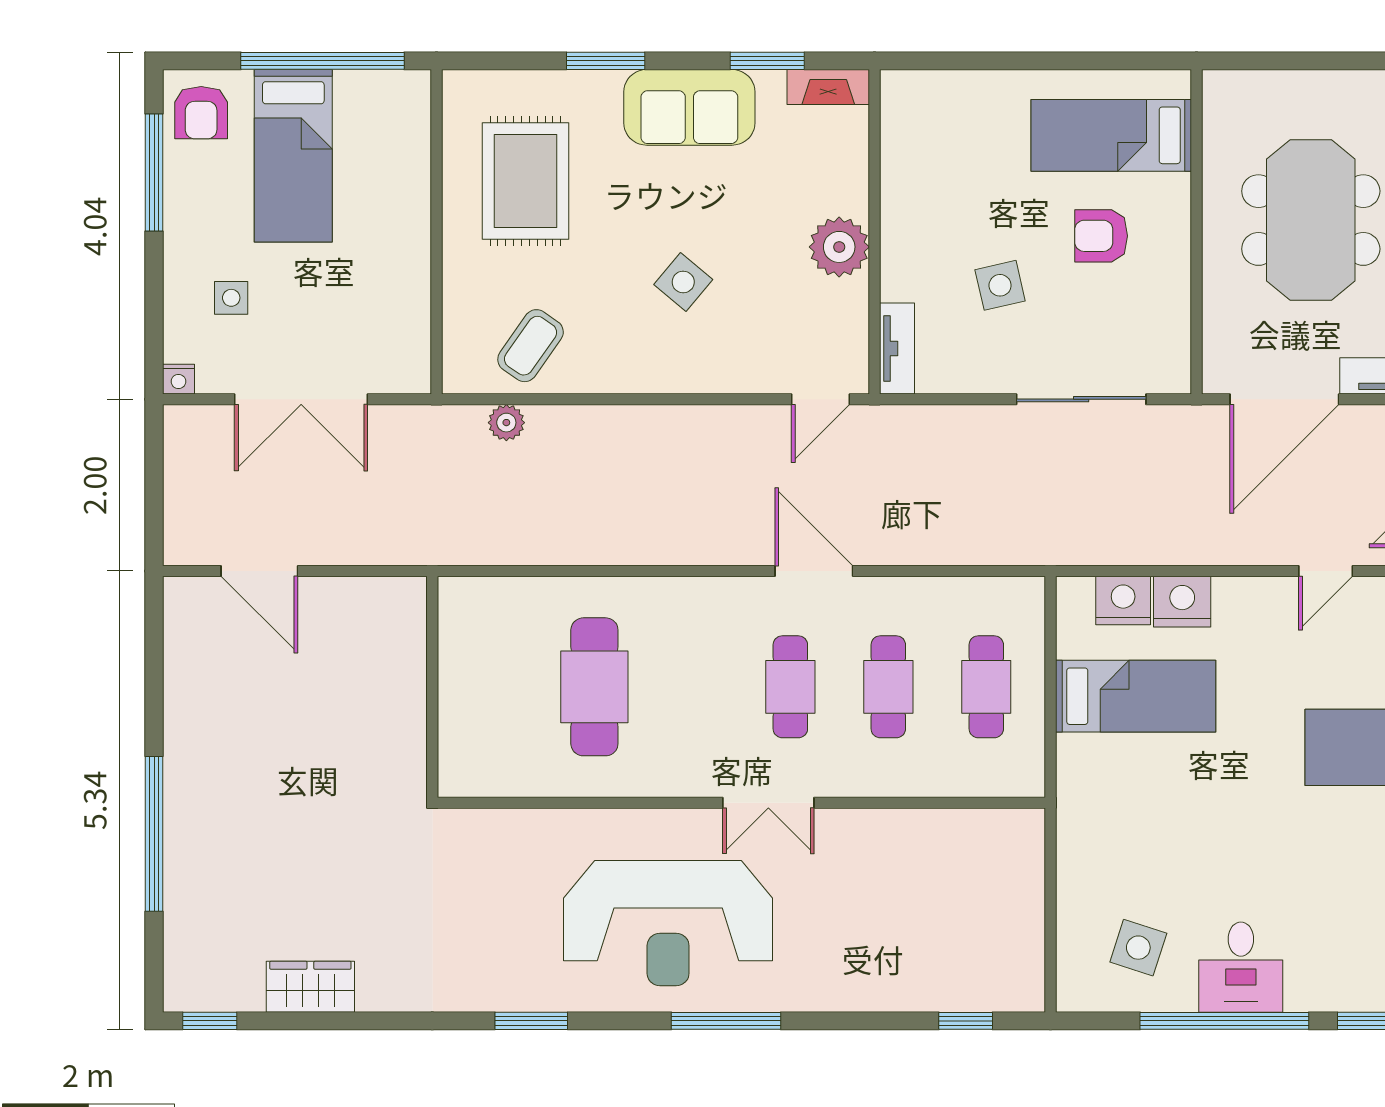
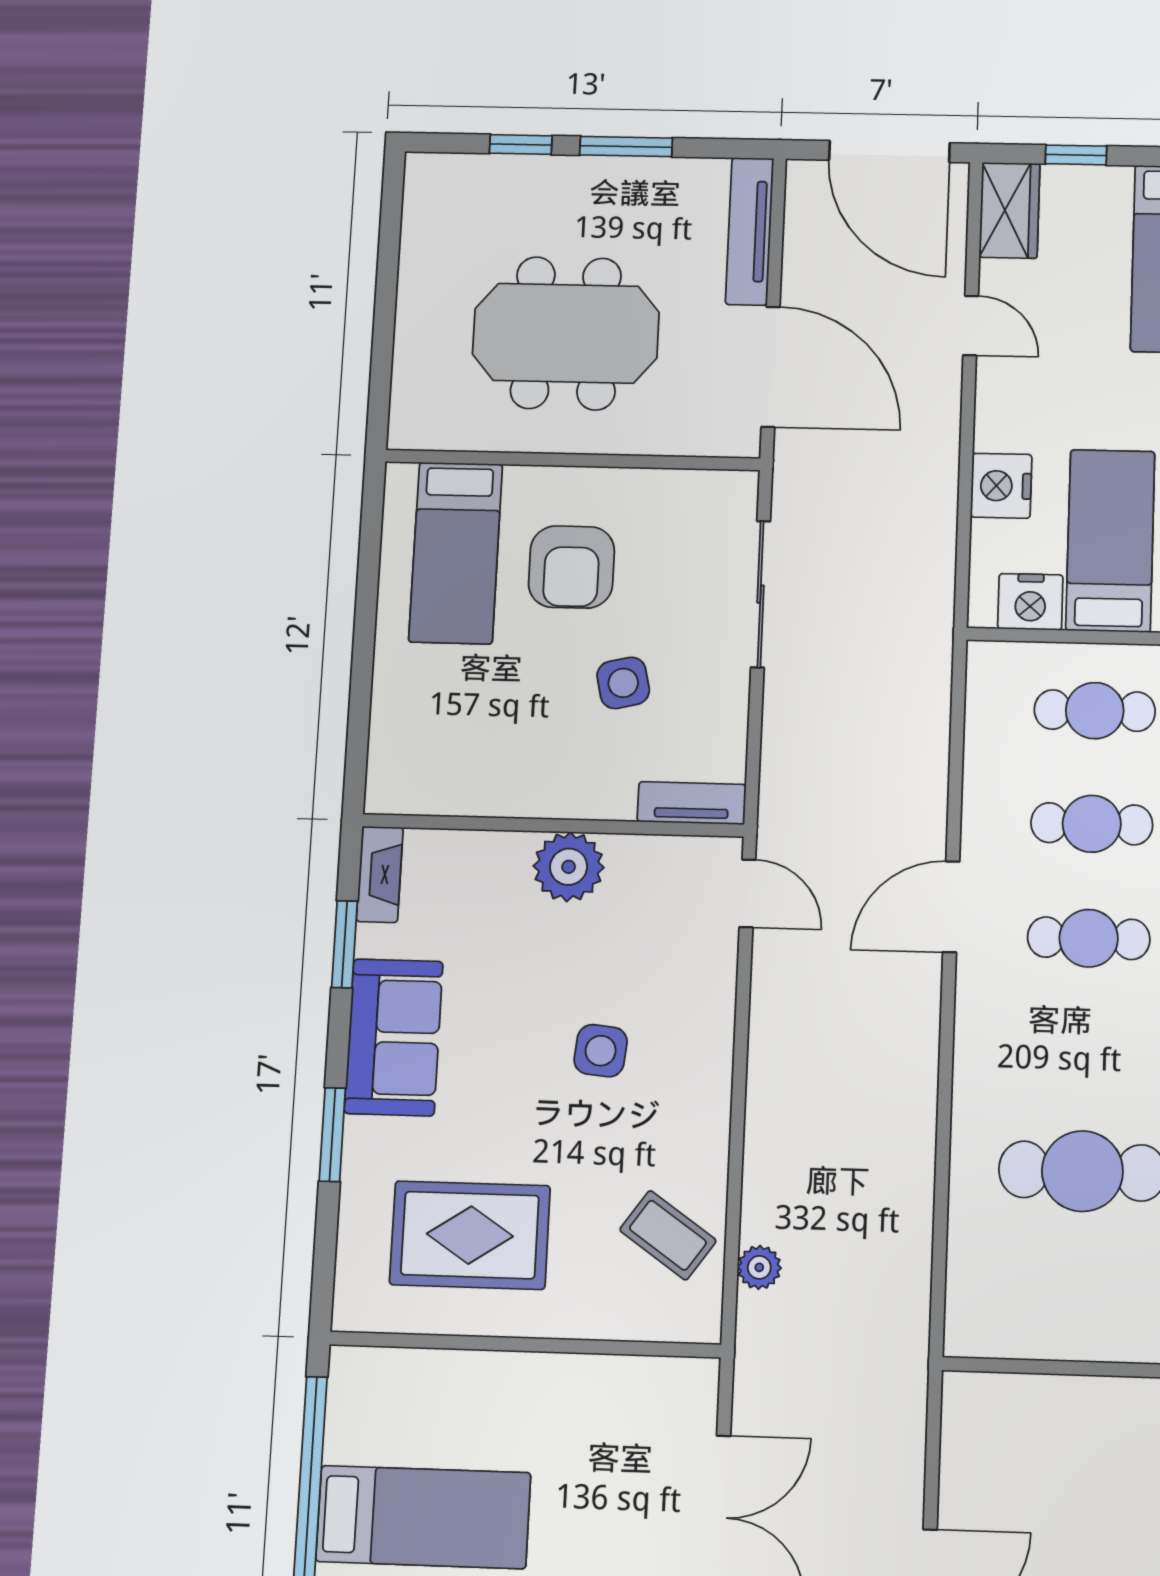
armchair: (1101, 236) -> (571, 567), width x1.38, depth x1.38
side table: (683, 282) -> (601, 1051), turned -34
nightstand: (1123, 600) -> (1030, 602), moved, turned -90

